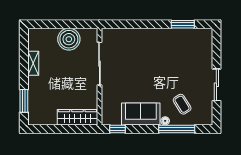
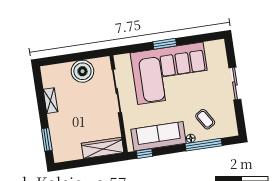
window: (183, 24) -> (165, 44), moved
corner sofa: (155, 54) -> (170, 73), added
sliding door: (216, 85) -> (235, 84), moved
sofa: (141, 114) -> (159, 136), width x1.36

